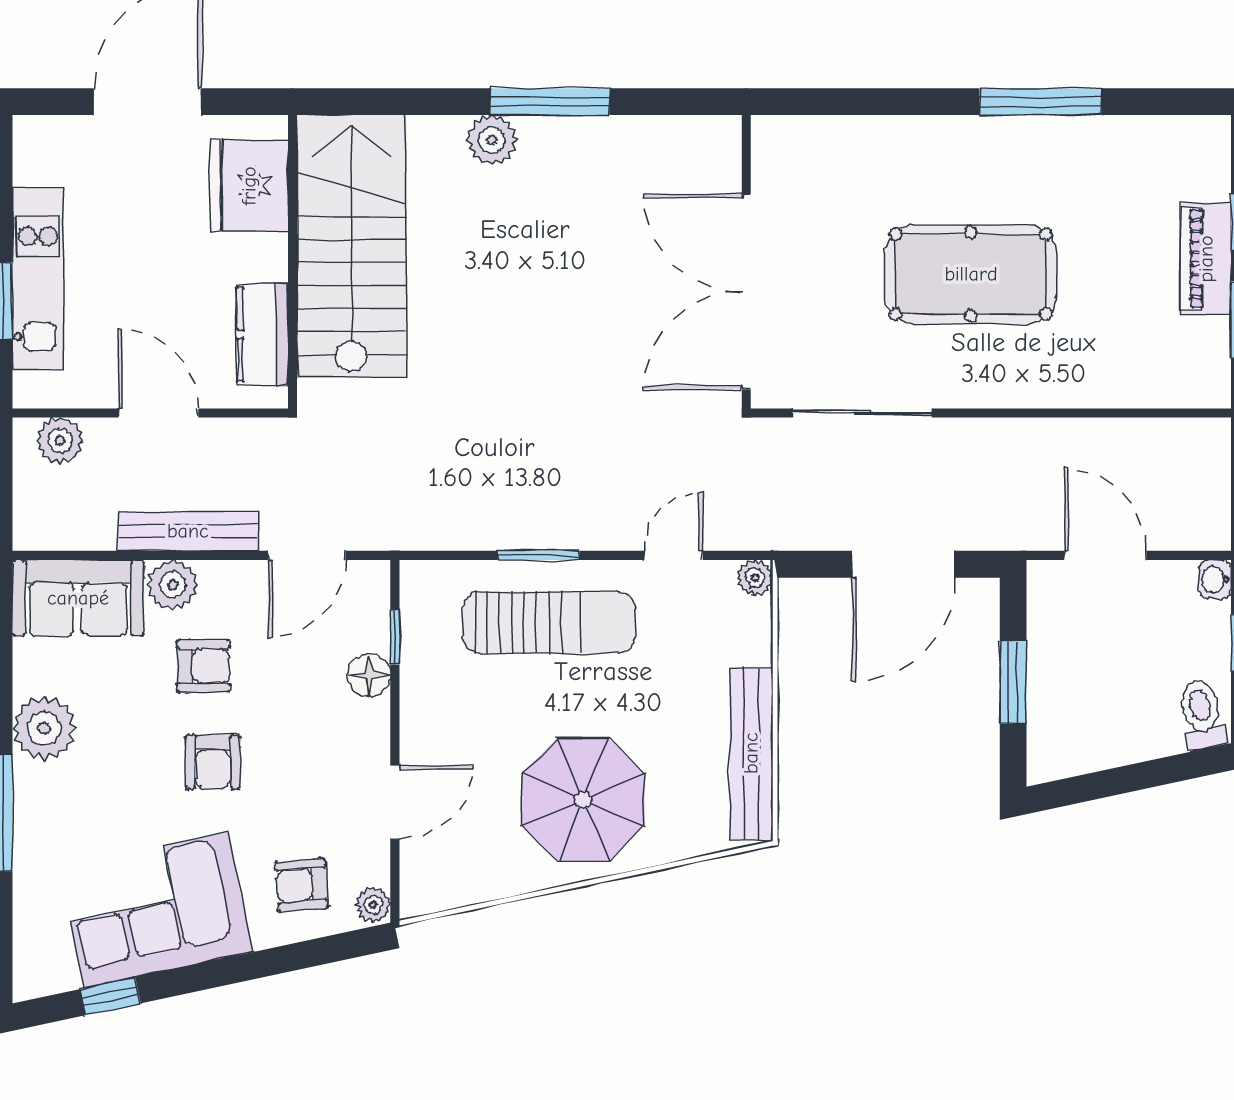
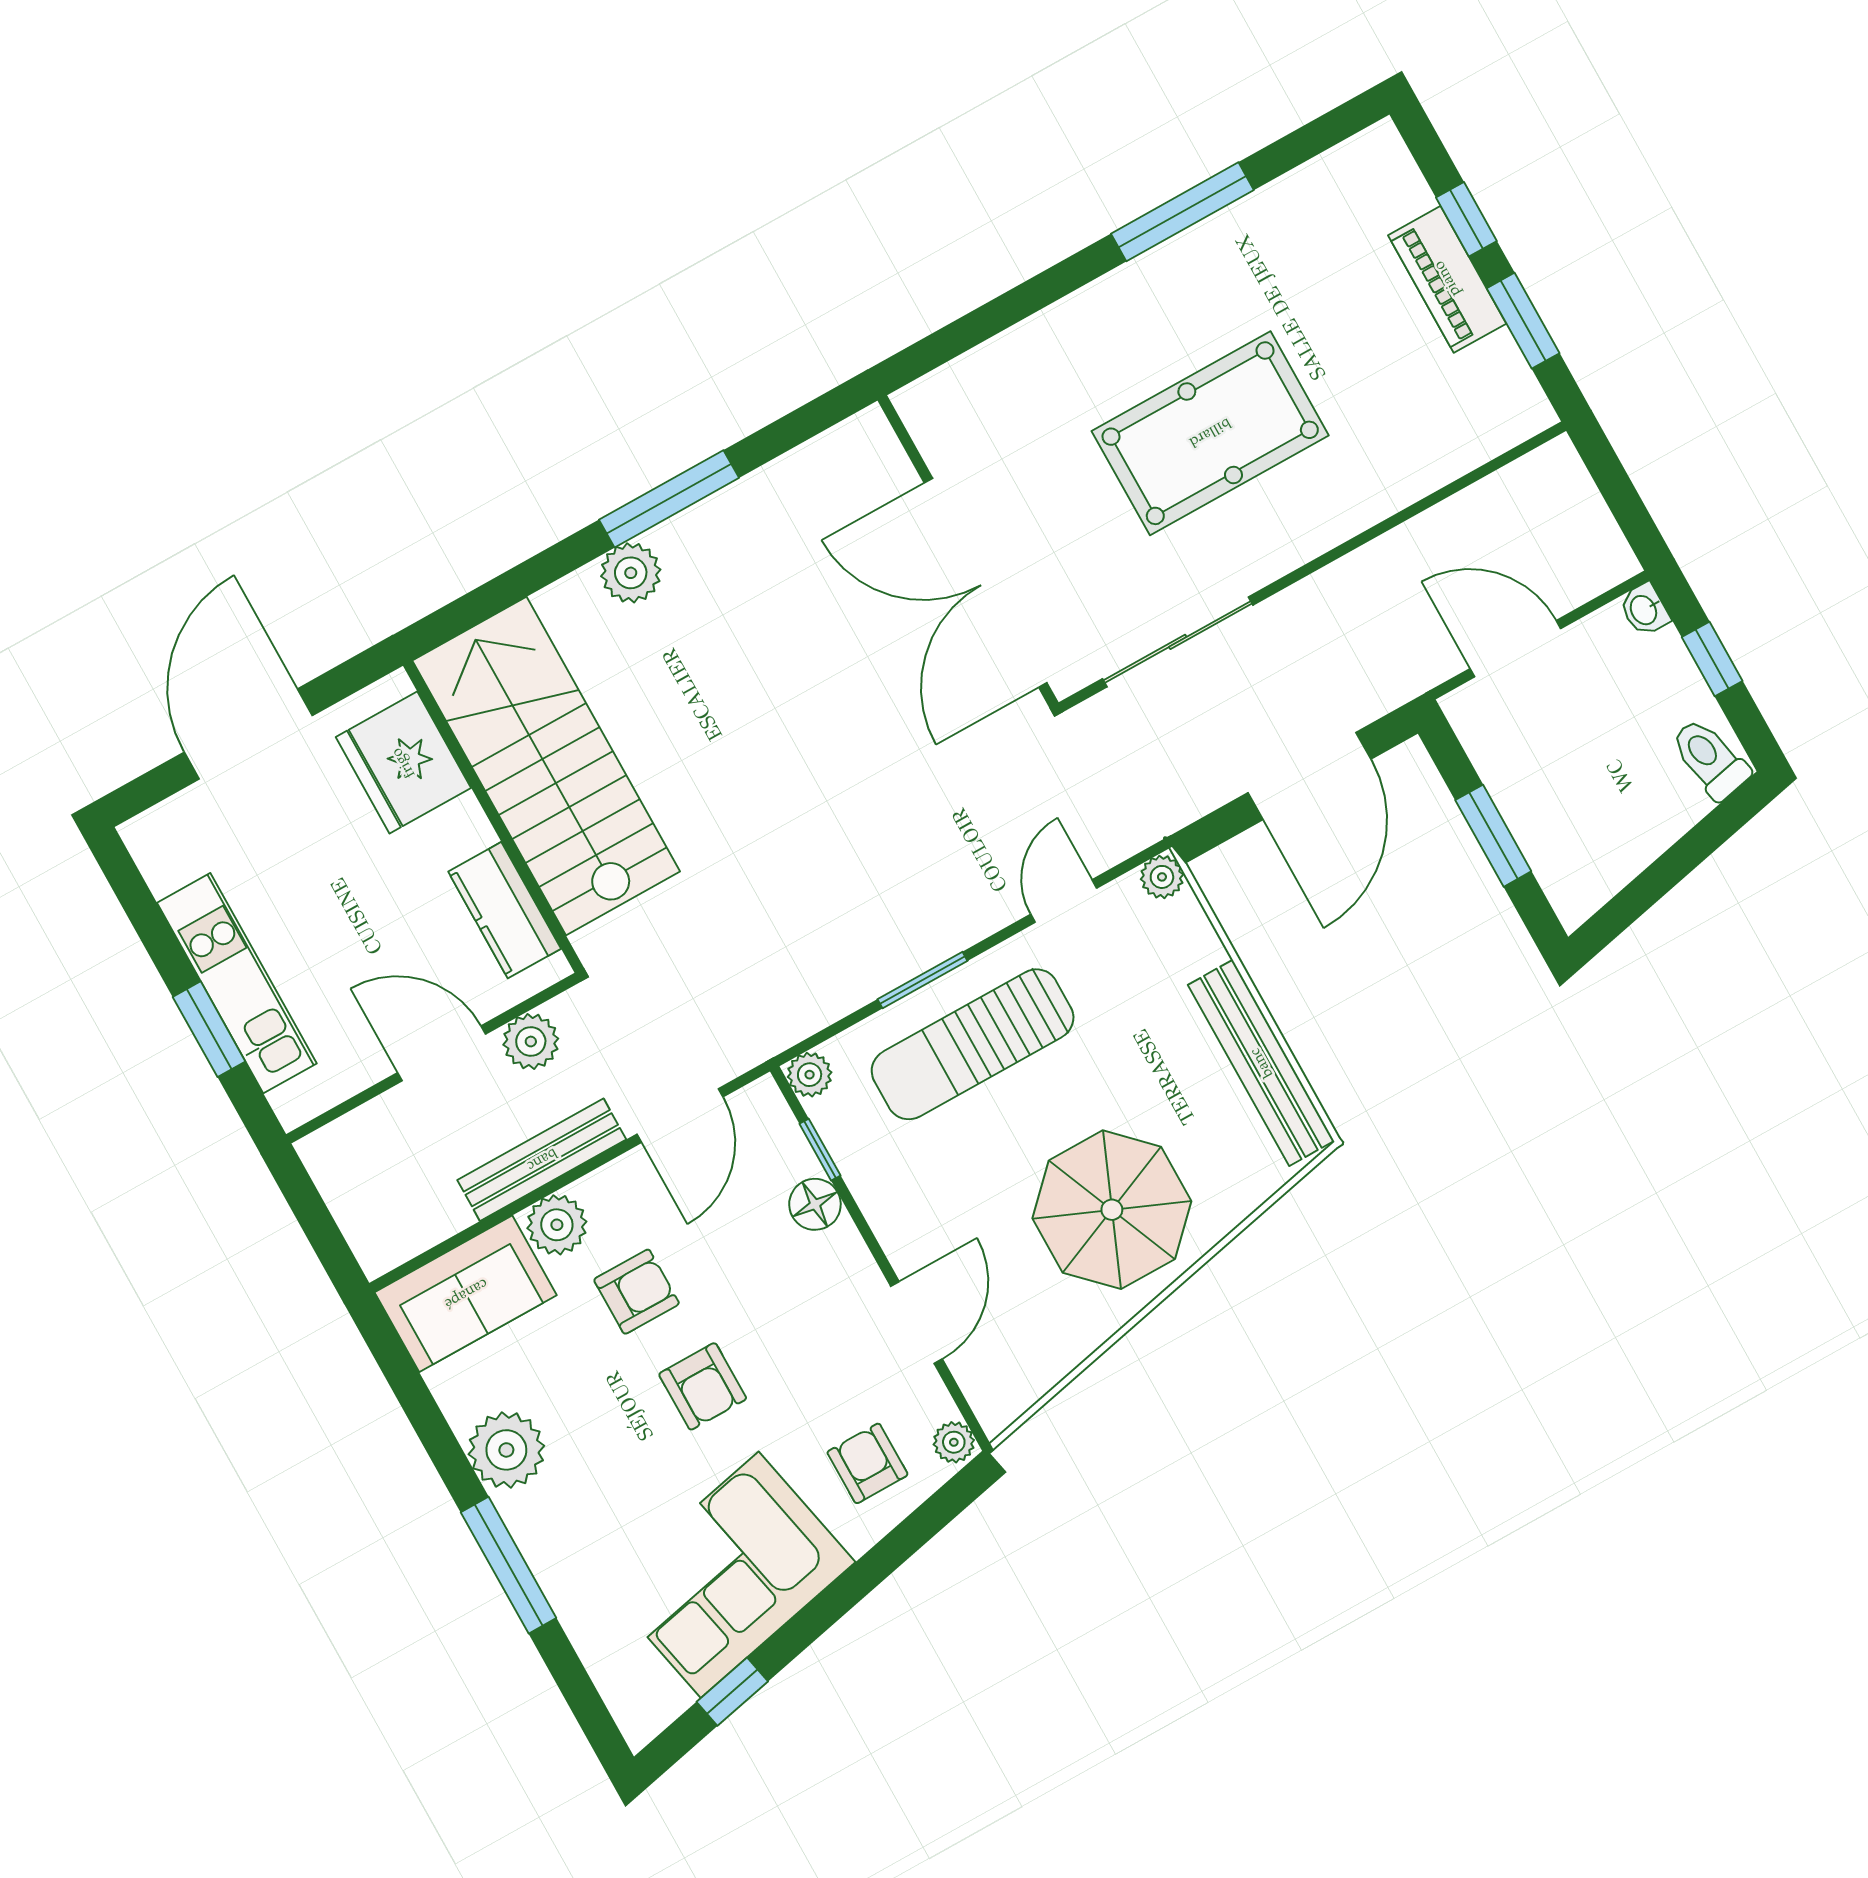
plant: (60, 441) -> (531, 1042), moved
plant: (418, 578) -> (810, 1075), added
sun lounger: (549, 623) -> (973, 1044), turned 180
armchair: (302, 885) -> (867, 1463), turned 94

